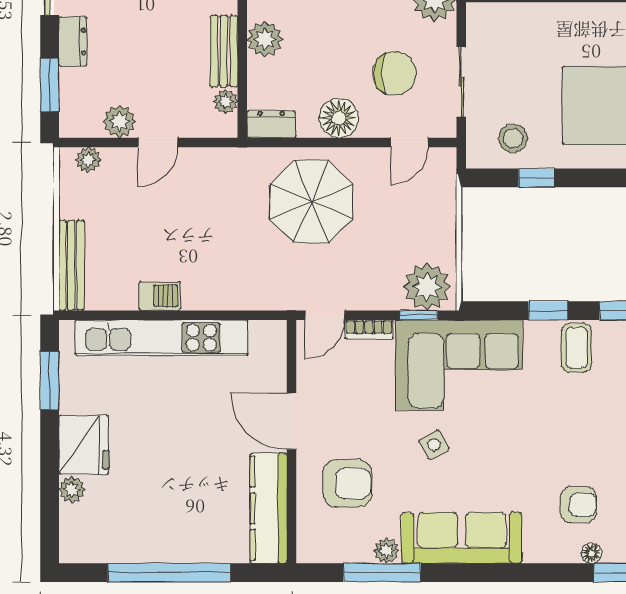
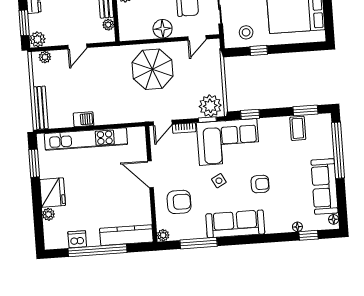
plant: (119, 121) -> (37, 39), moved
dresser: (271, 124) -> (131, 34), removed
window: (548, 311) -> (250, 114), moved
coffee table: (577, 348) -> (298, 128), moved
armchair: (578, 505) -> (260, 184), moved
kitchen counter: (269, 508) -> (126, 235), moved, turned 90
dishwasher: (128, 546) -> (77, 239), added
plant: (386, 551) -> (163, 235), moved

